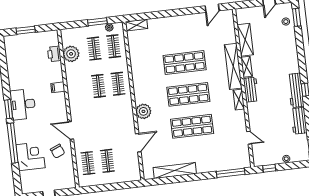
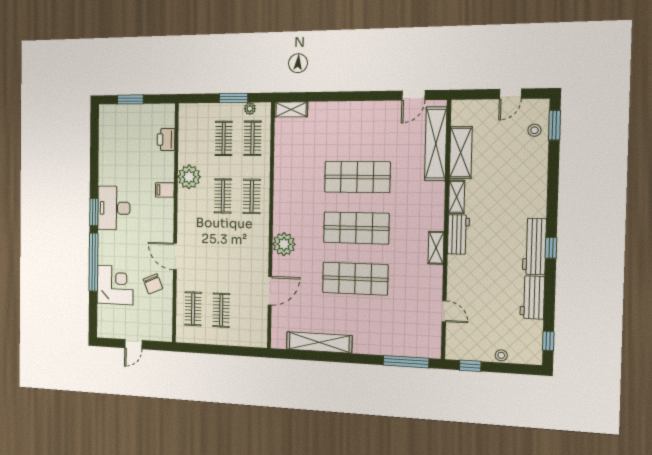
plant: (71, 54) -> (189, 177), moved
shelving: (233, 66) -> (436, 144), moved

